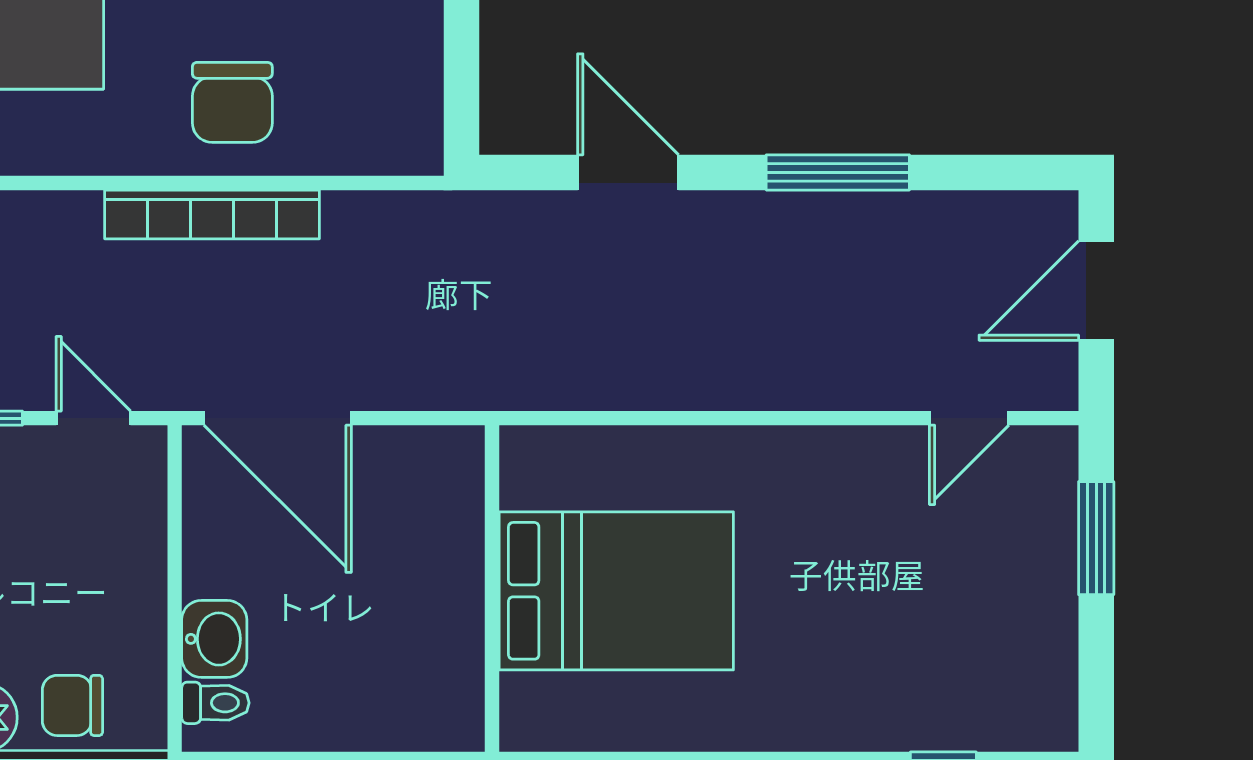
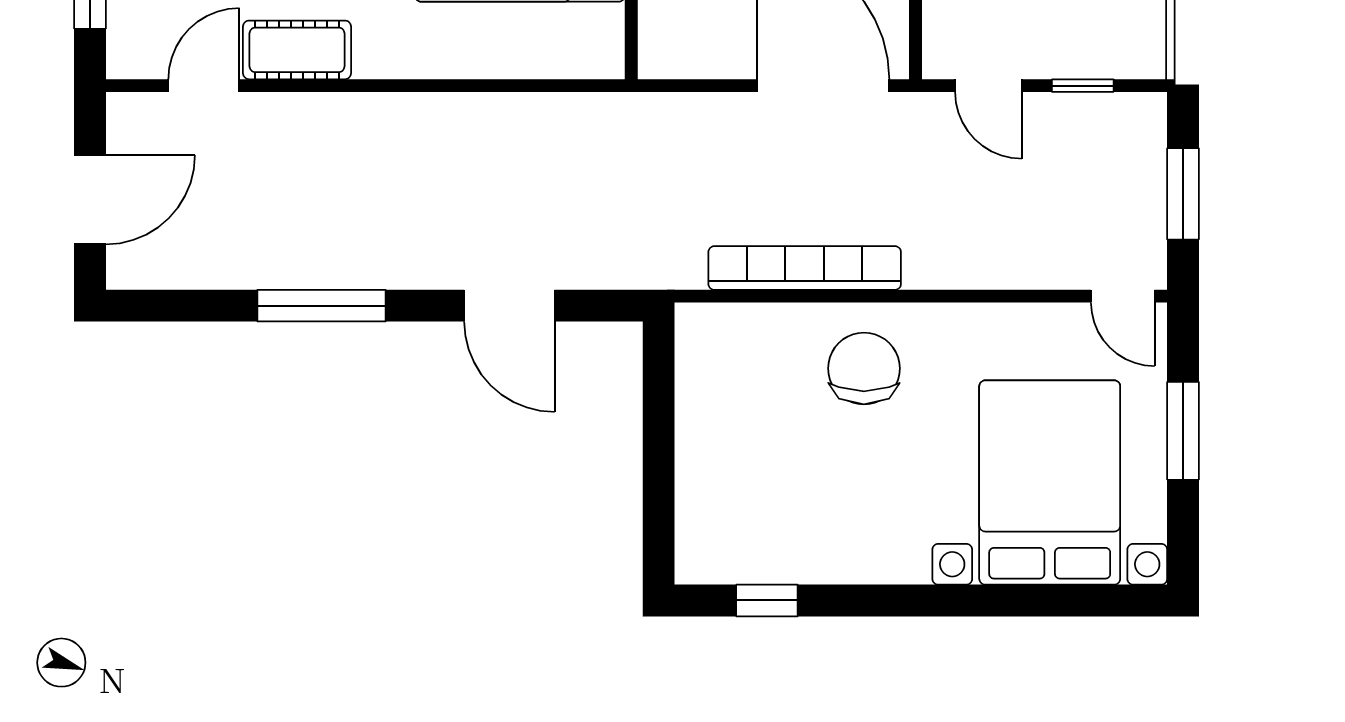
bookcase: (212, 214) -> (805, 268), moved
cot: (865, 458) -> (297, 50), added

